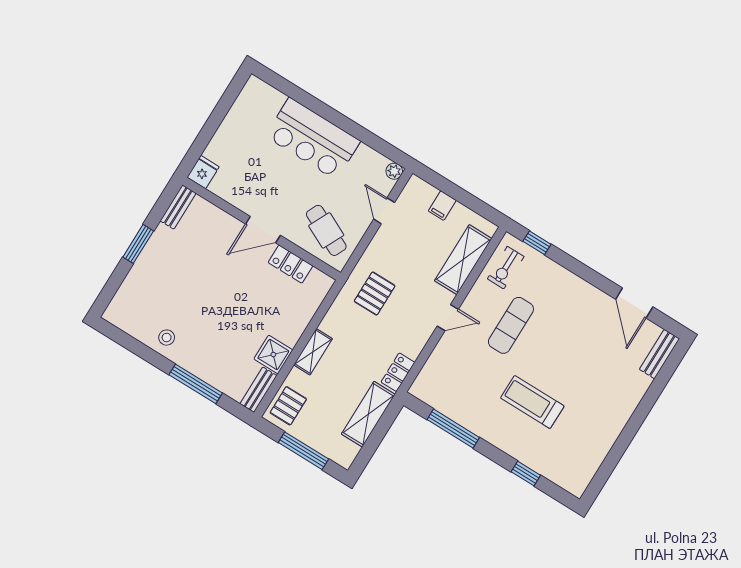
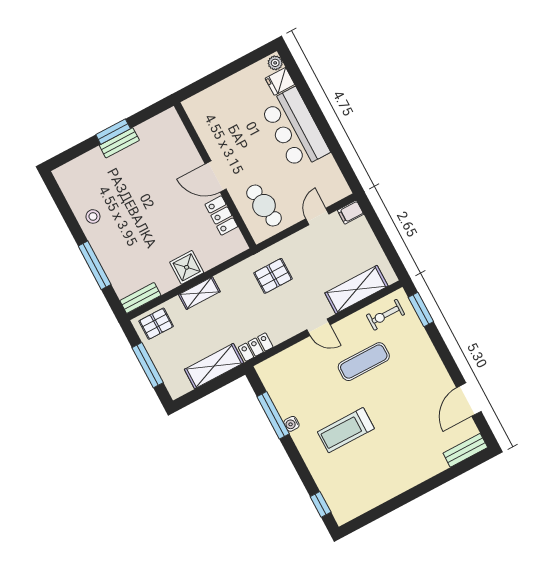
plant: (394, 171) -> (275, 63), moved
fridge: (203, 172) -> (280, 81), moved, turned 180
filing cabinet: (442, 206) -> (351, 212), moved
bench: (178, 207) -> (119, 143), moved
cafe table: (326, 230) -> (264, 206), turned -34
window: (537, 243) -> (421, 310), width x1.50
shower: (273, 354) -> (187, 267), moved
treadmill: (532, 402) -> (346, 430), turned -90
water cooler: (476, 427) -> (291, 424), added
window: (526, 473) -> (321, 504), moved

